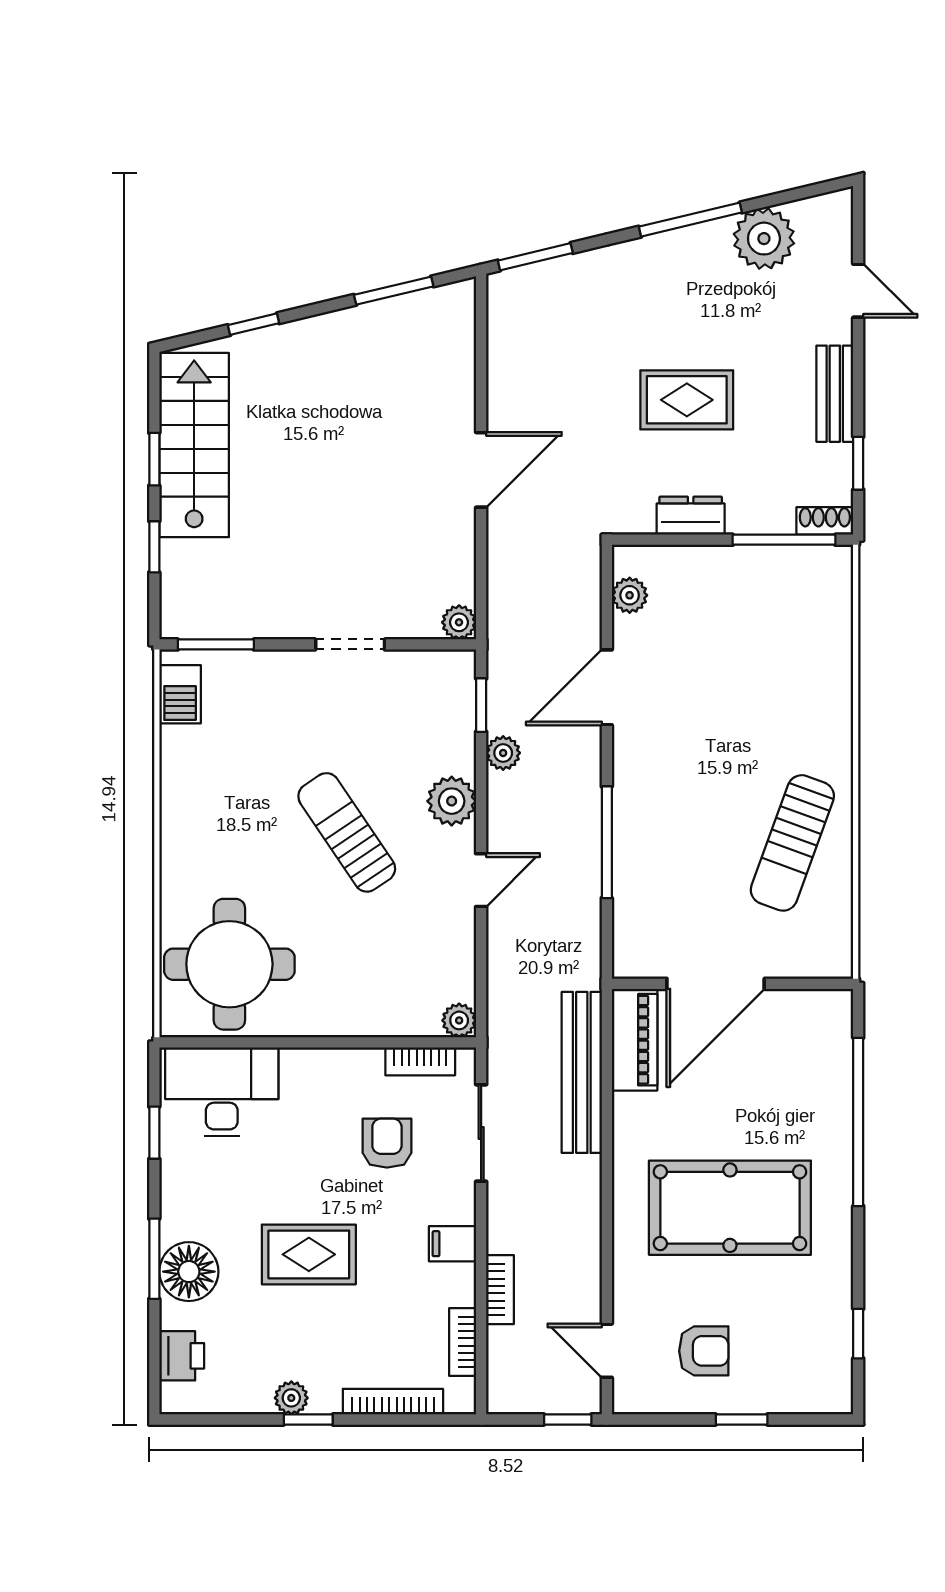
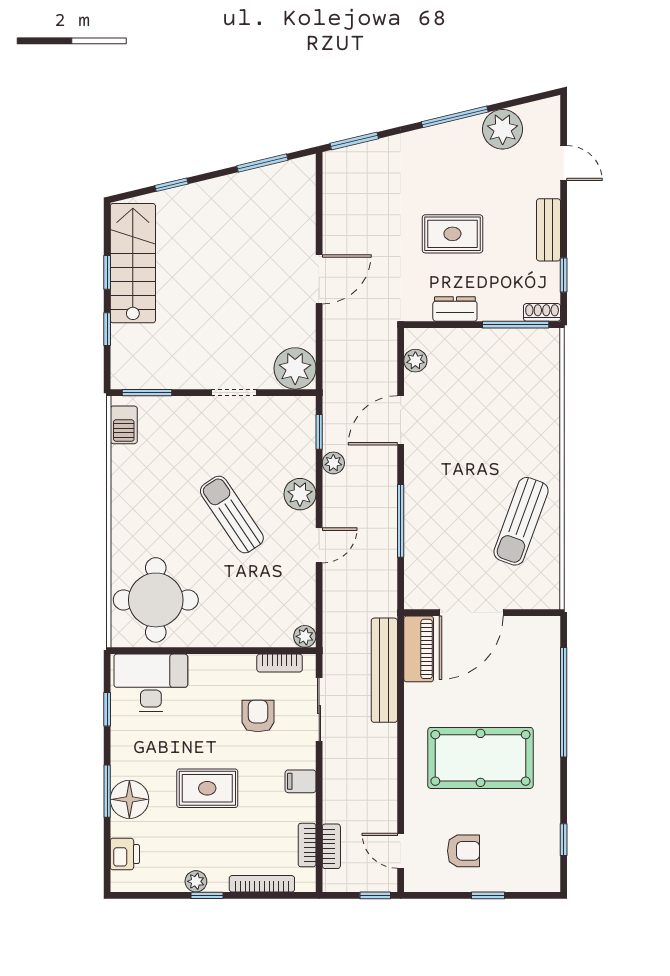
plant: (459, 622) -> (295, 368), width x1.88, depth x1.88
bookcase: (500, 1290) -> (331, 846), moved

